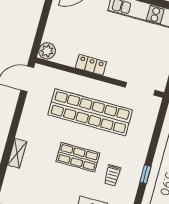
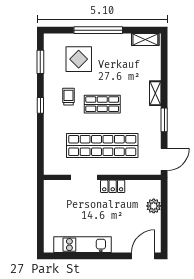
plant: (47, 51) -> (154, 206), moved
doorway: (140, 89) -> (84, 177), moved
window: (15, 122) -> (164, 120), added

